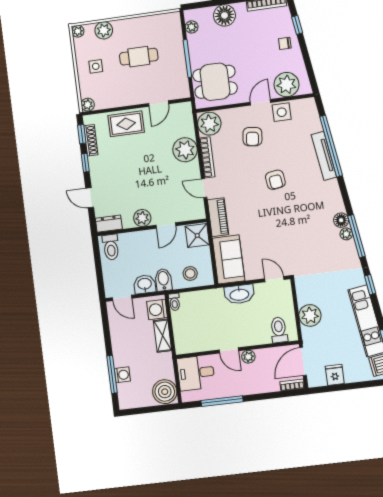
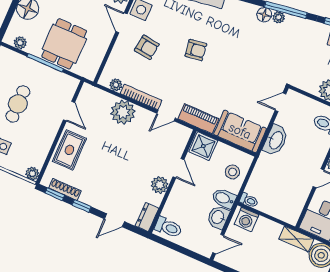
dining table: (215, 82) -> (64, 44), moved
plant: (209, 124) -> (116, 85), width x0.53, depth x0.53
shelving: (163, 336) -> (296, 239), moved

